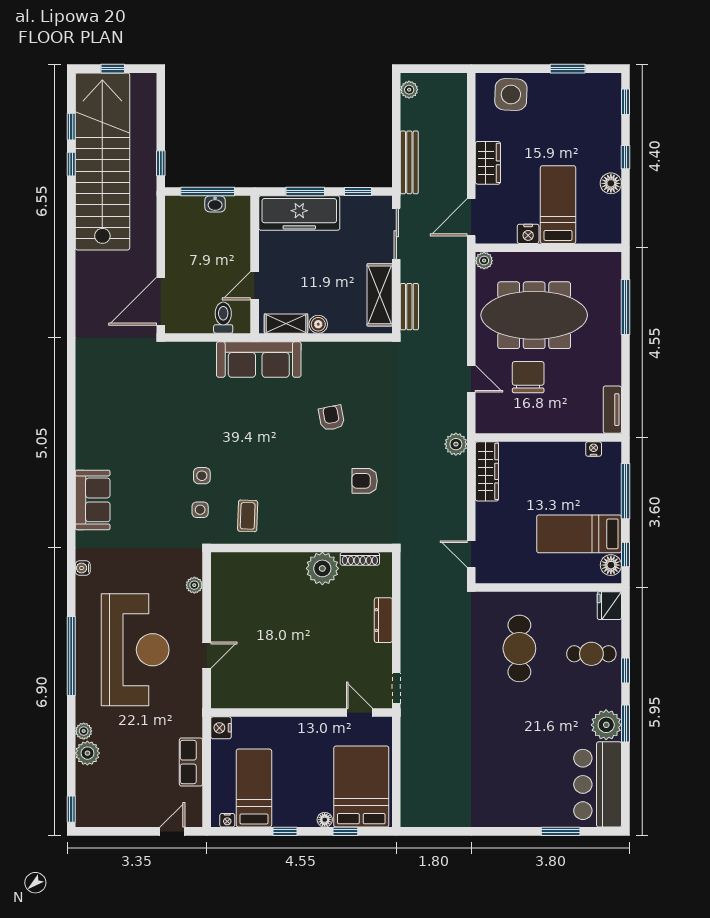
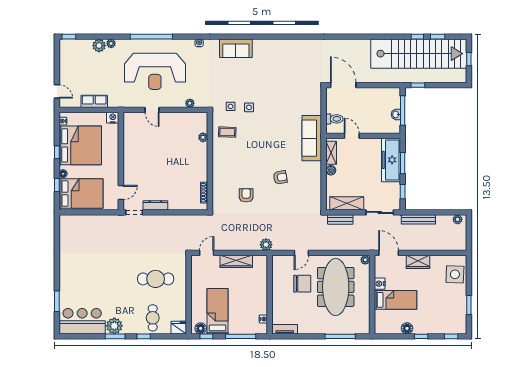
wardrobe: (487, 471) -> (236, 261), moved
plant: (322, 568) -> (203, 137), moved, width x0.53, depth x0.53
dresser: (383, 620) -> (155, 205), moved
bed: (254, 788) -> (80, 145), width x2.04

